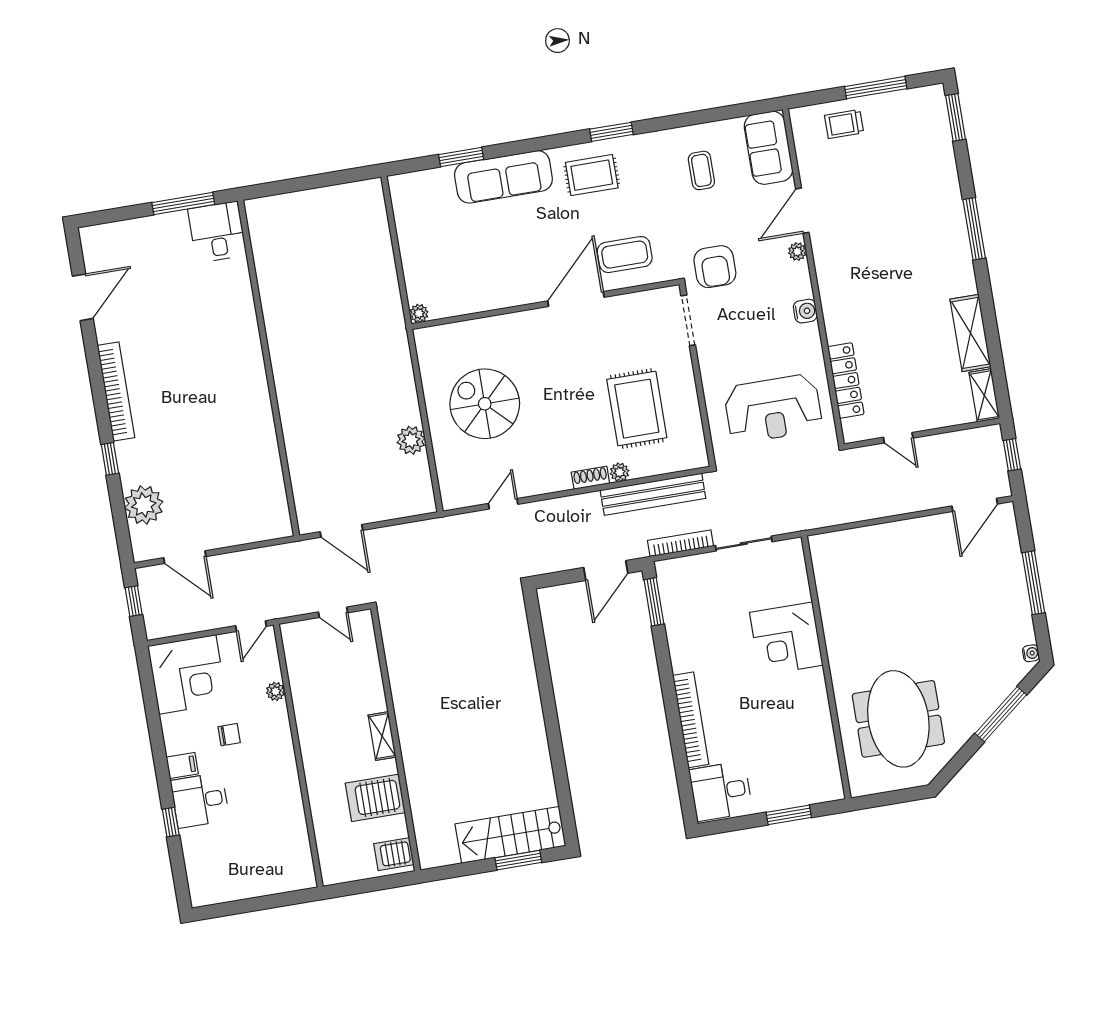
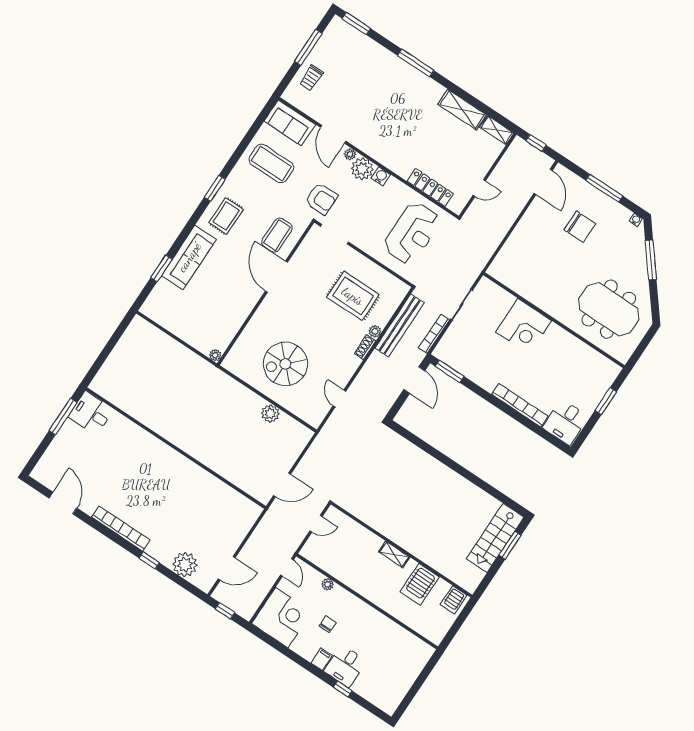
coffee table: (701, 170) -> (271, 163), width x1.86, depth x1.72
plant: (794, 281) -> (362, 169), added
chair: (962, 596) -> (580, 227), added

